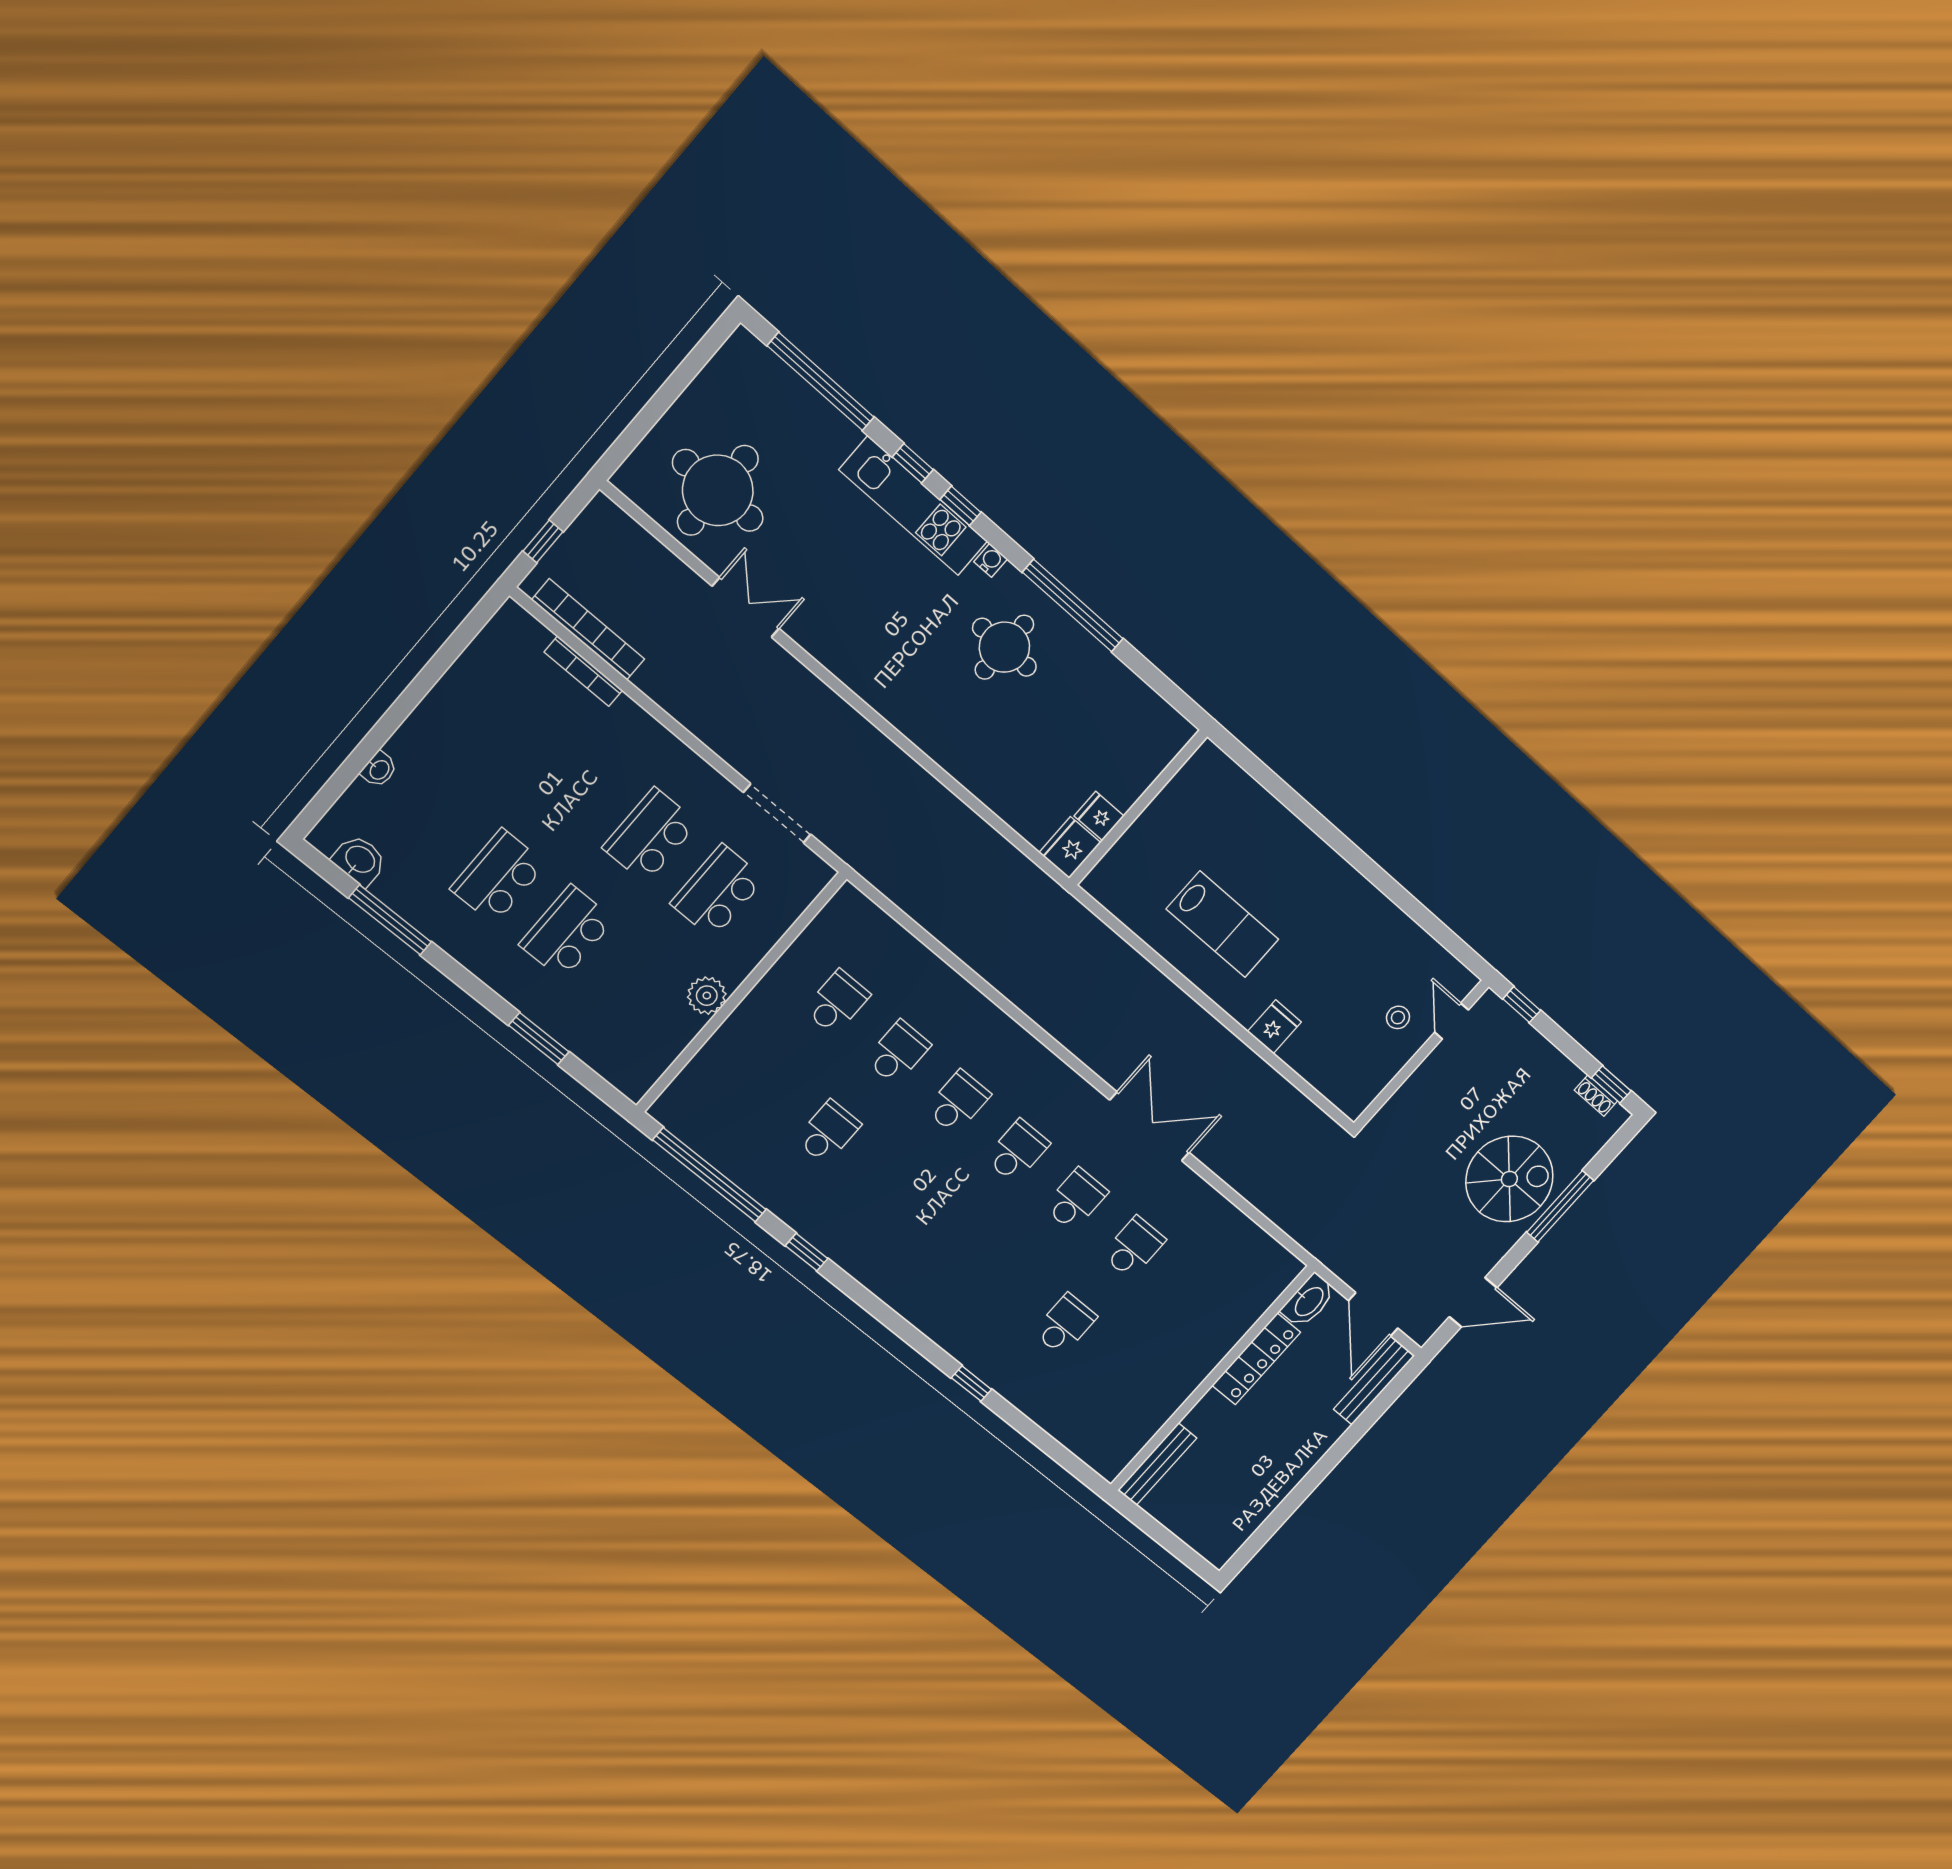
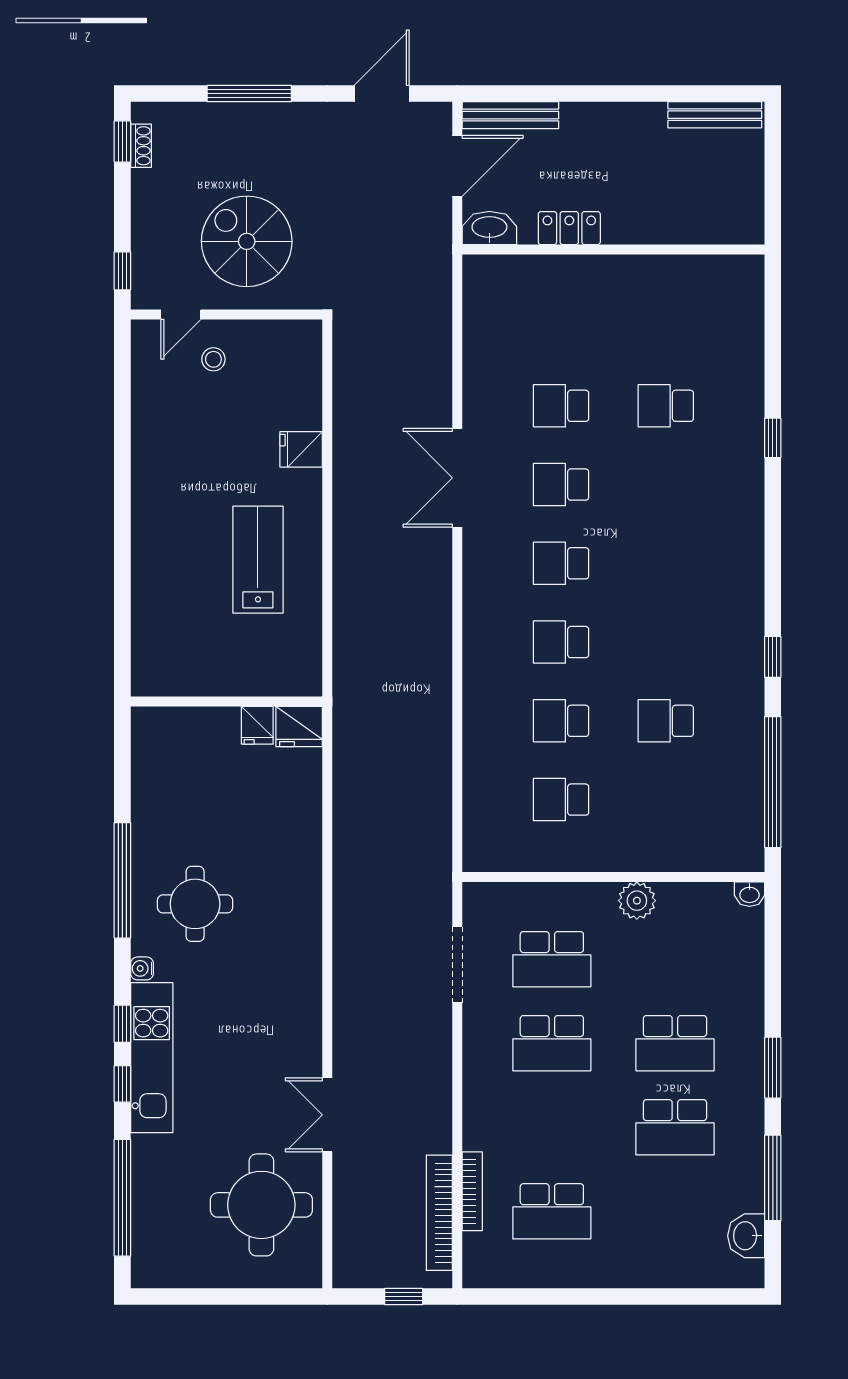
school desk: (512, 721) -> (552, 1211), added
washbasin: (379, 769) -> (750, 894), moved, turned 180
window: (539, 1039) -> (773, 1068), moved
spiral stairs: (1509, 1179) -> (247, 241), moved
door: (1473, 1302) -> (382, 93), hinge flipped
locker: (1256, 1359) -> (569, 228), width x0.66
bench: (1157, 1464) -> (715, 115), moved

